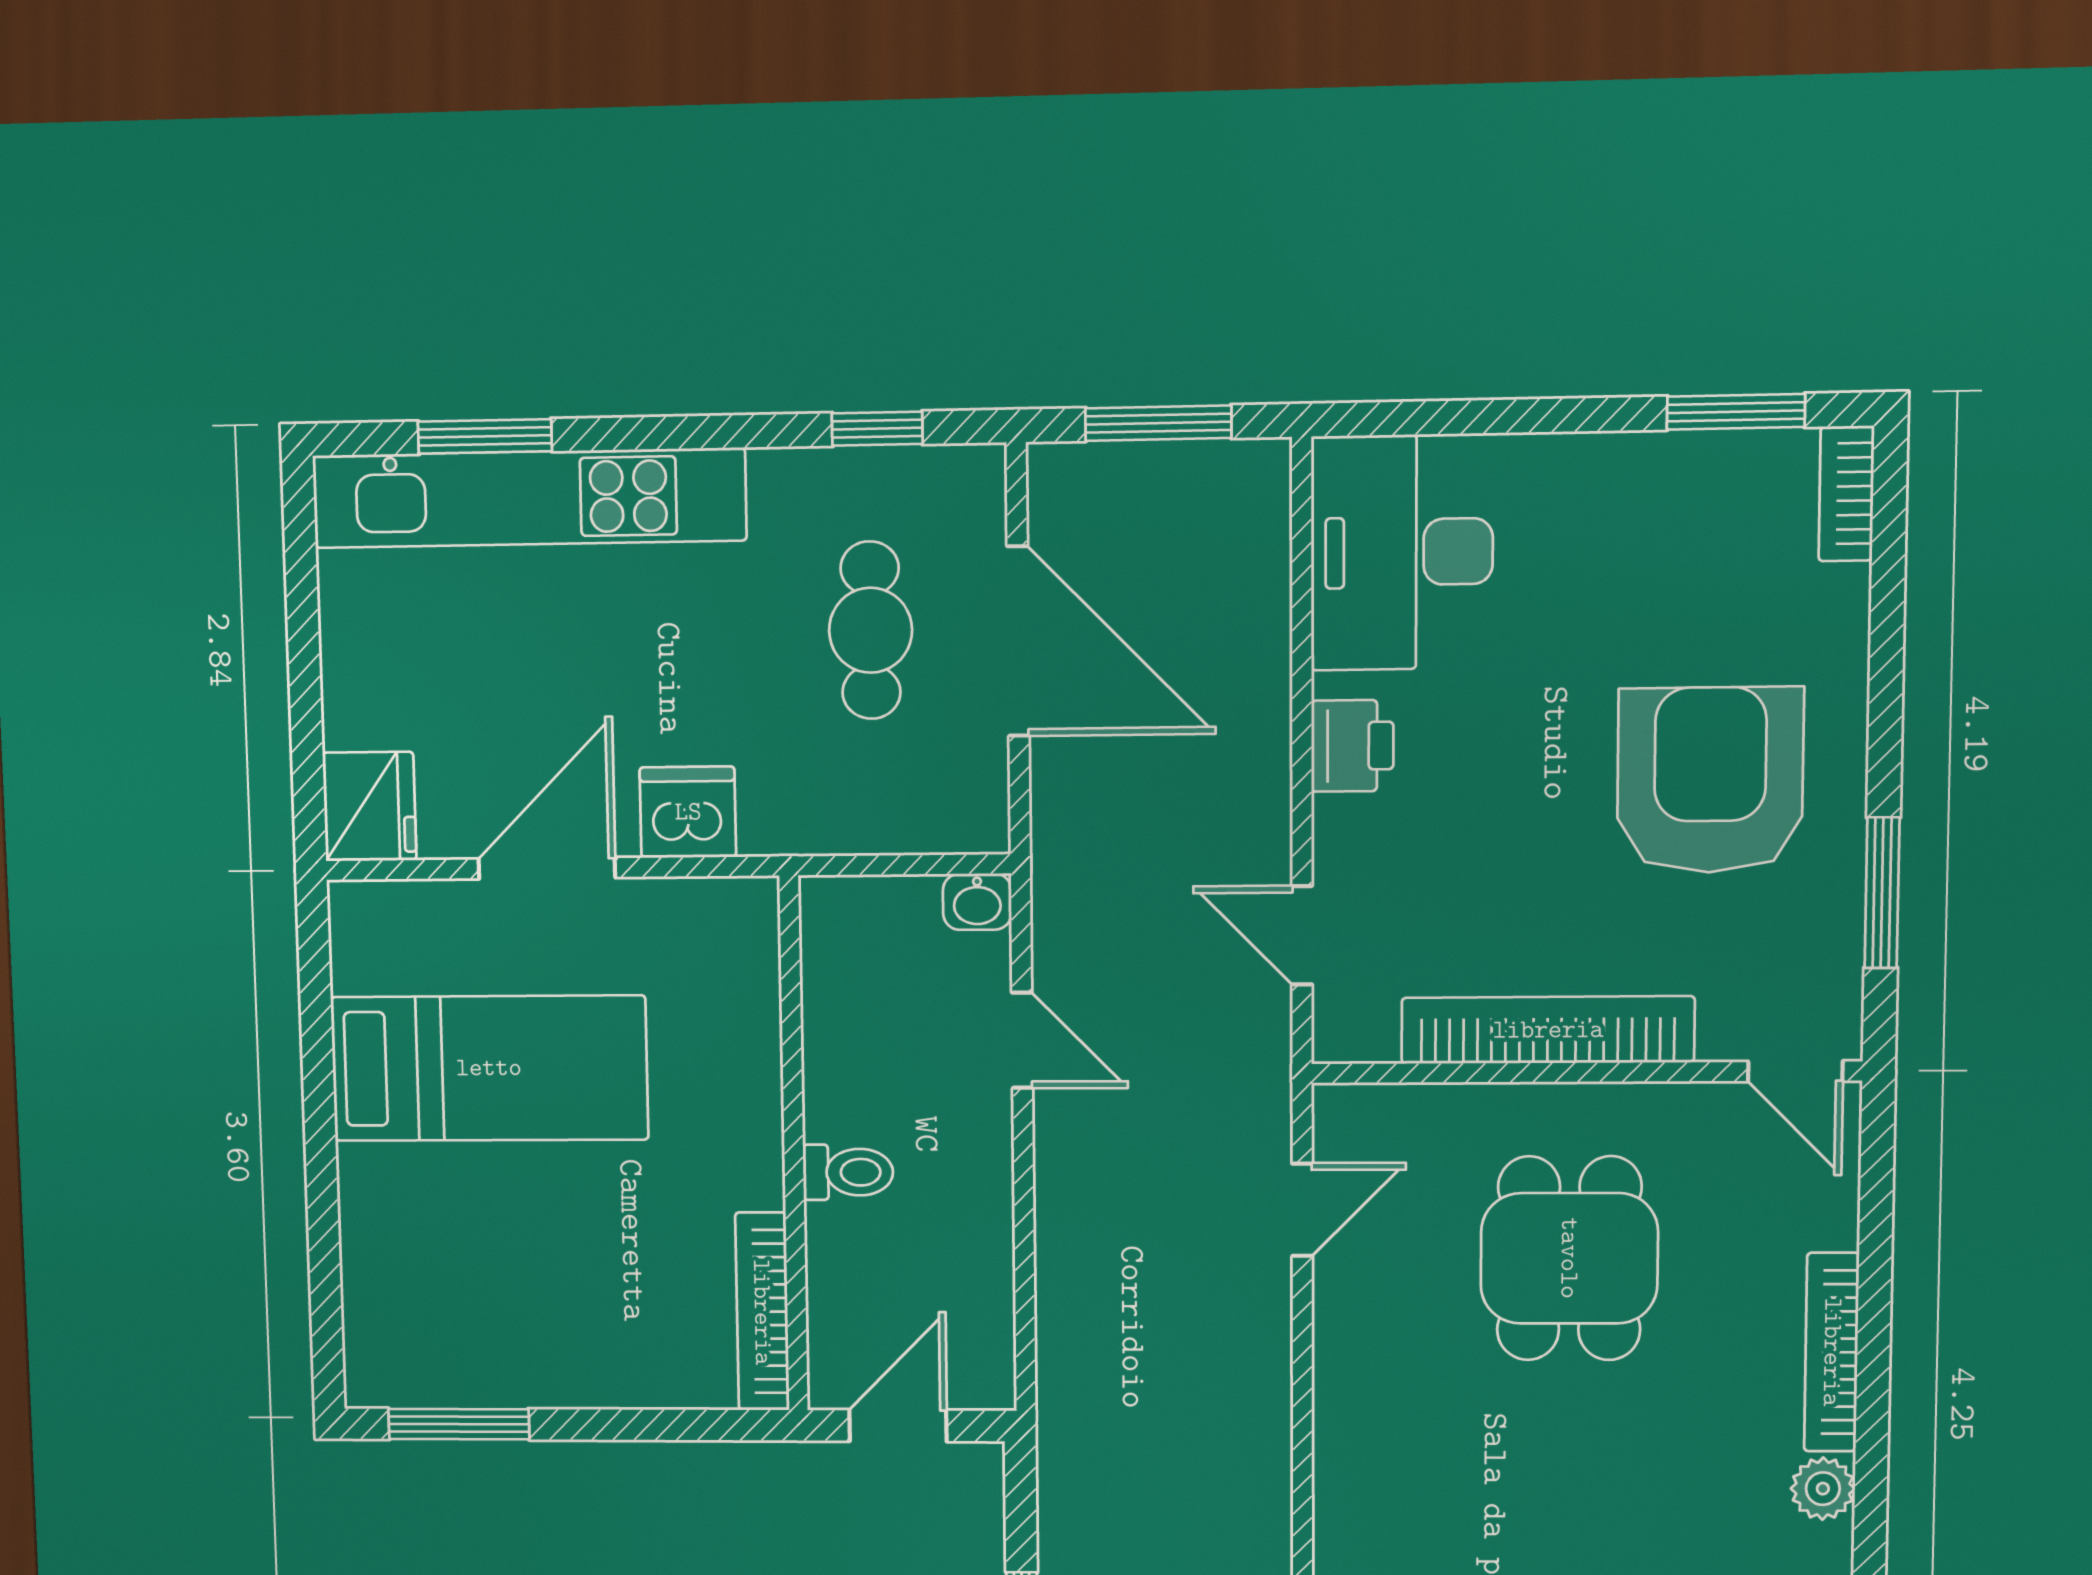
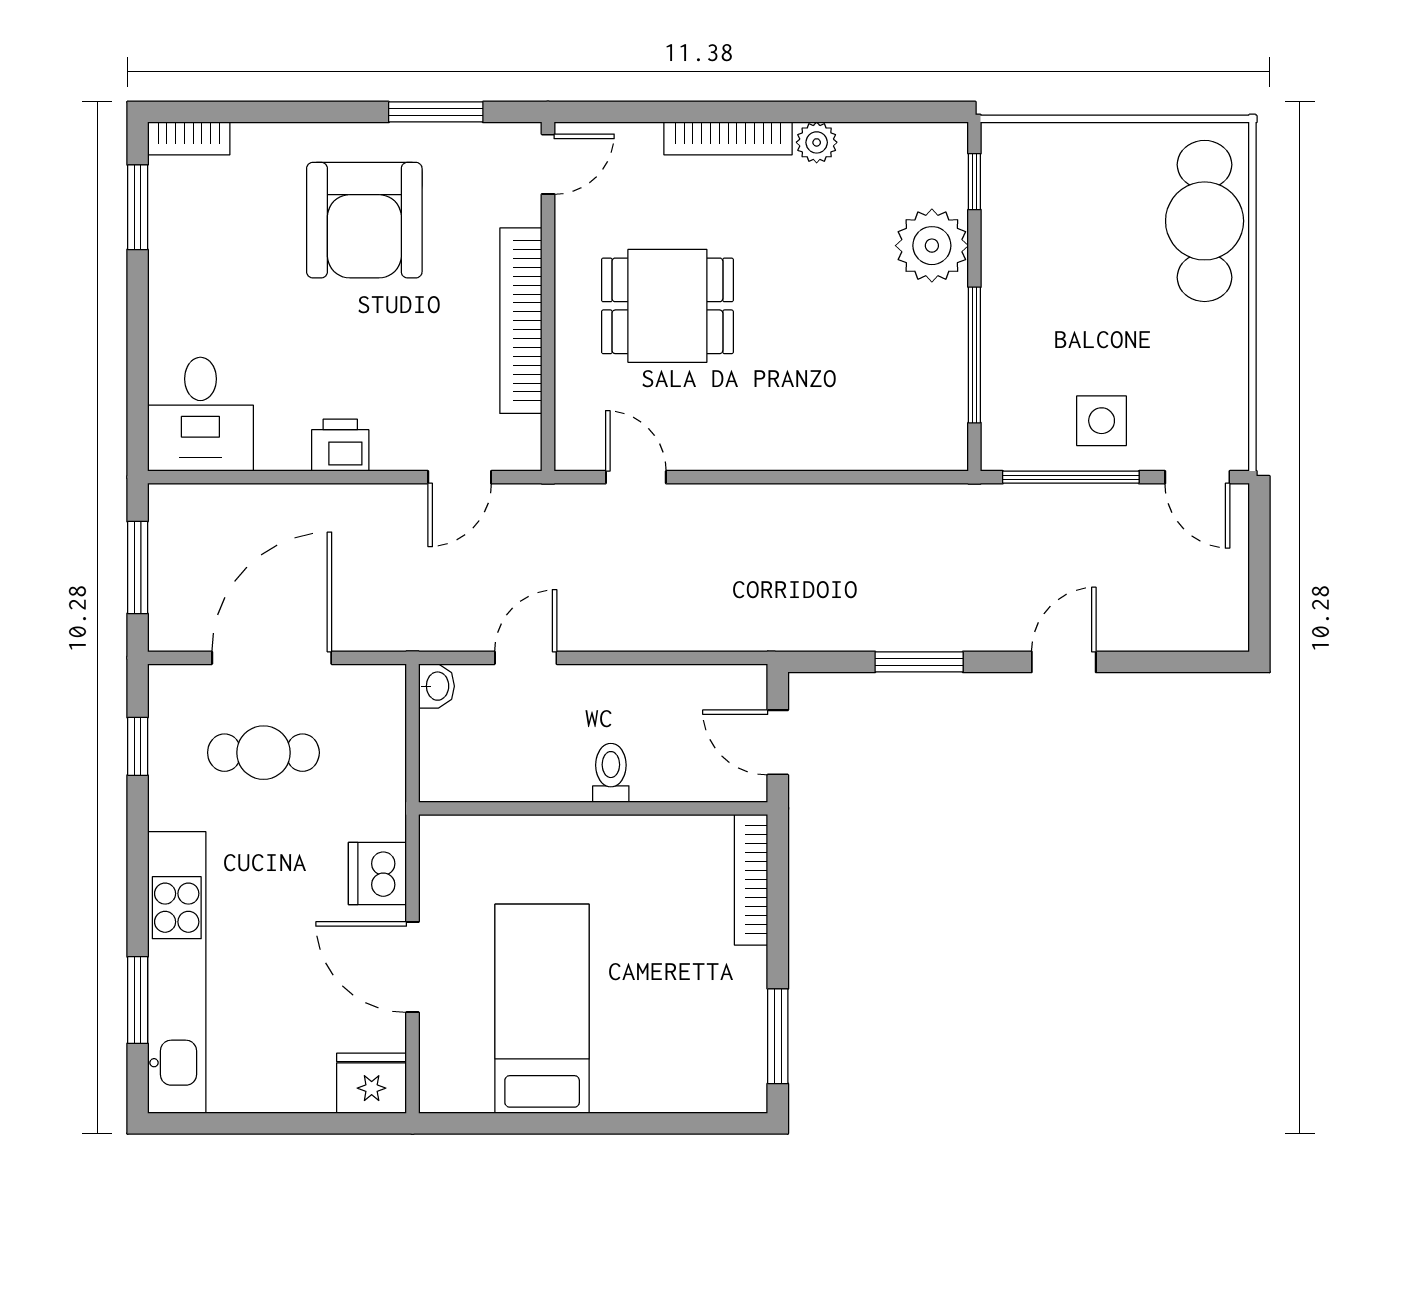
desk: (1402, 552) -> (200, 414), width x0.73
armchair: (1710, 780) -> (364, 220), turned -90
bookcase: (762, 1312) -> (751, 880), moved, turned 90

